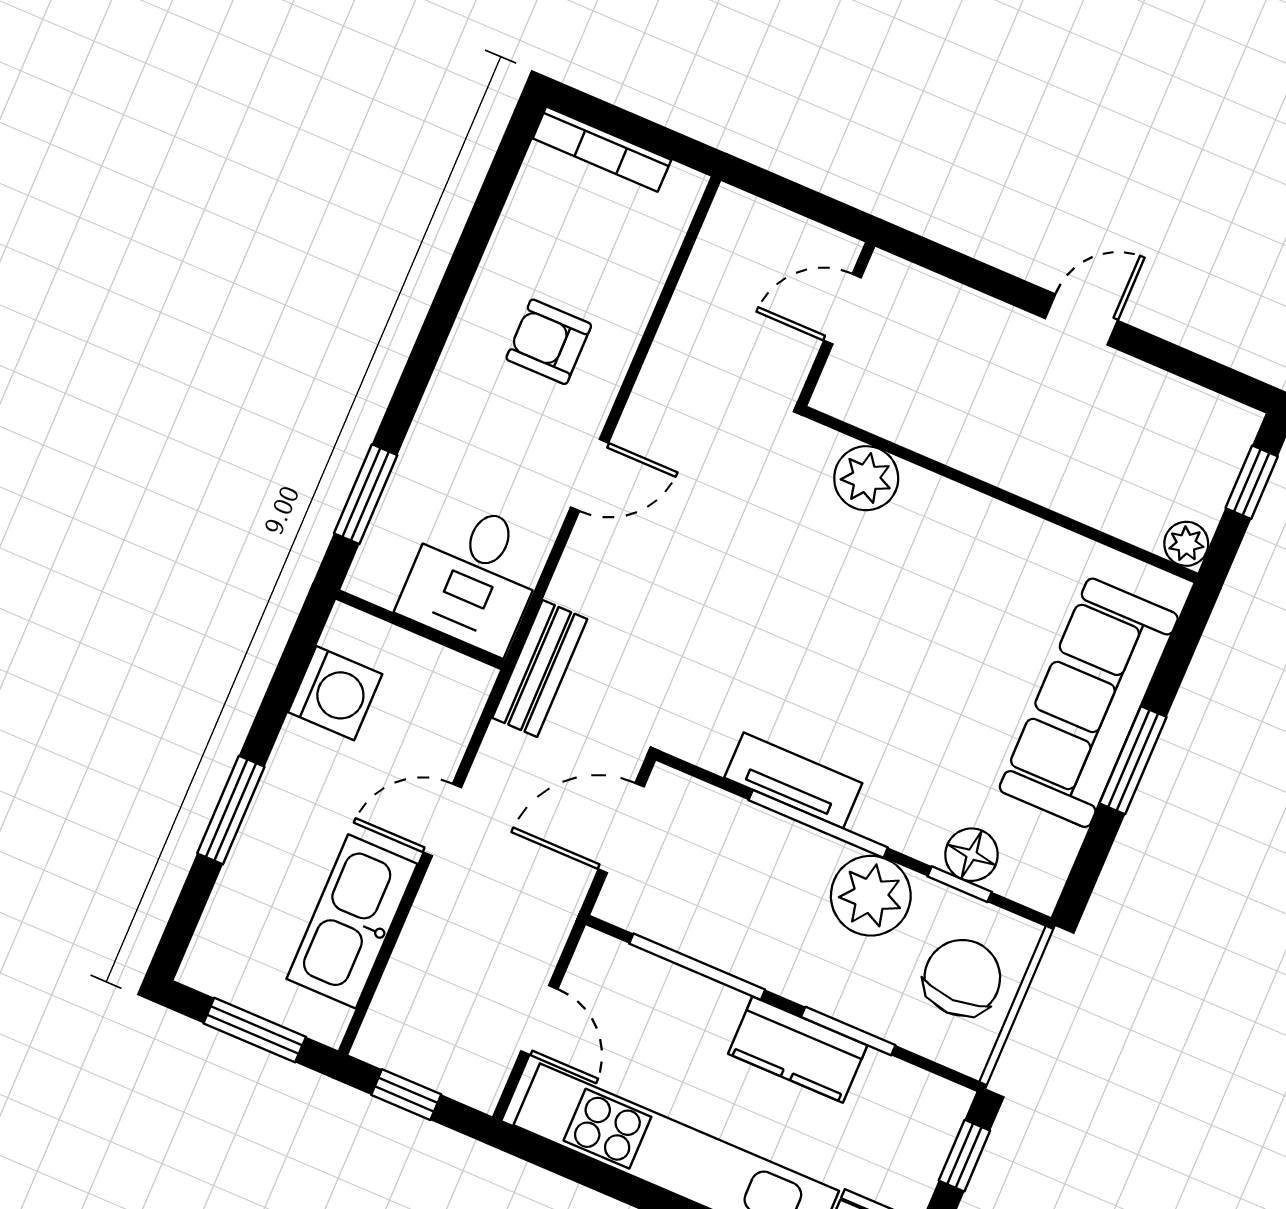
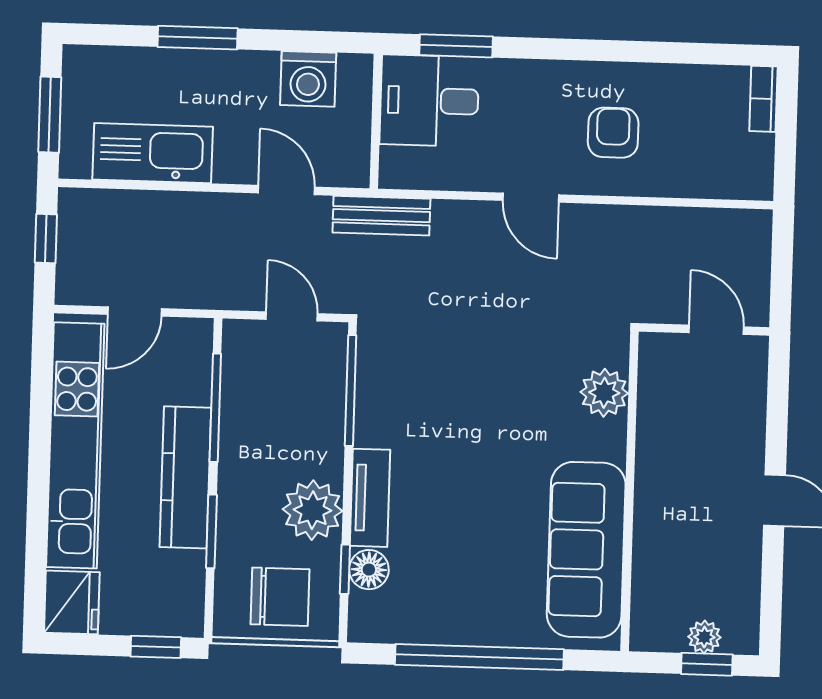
bookcase: (602, 149) -> (763, 99), width x0.64
plant: (1186, 544) -> (704, 637), moved
desk: (474, 576) -> (429, 101), moved
sofa: (1089, 703) -> (586, 550), moved, turned -90
window: (1133, 760) -> (479, 657), width x2.11
tv unit: (793, 780) -> (370, 498), moved
door: (442, 820) -> (286, 190), moved
window: (818, 824) -> (351, 391), moved
door: (621, 828) -> (292, 316), width x0.73
kitchen counter: (798, 1050) -> (185, 477), width x1.50

